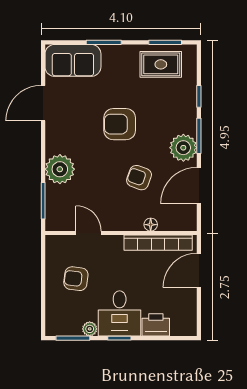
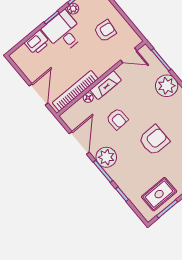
armchair: (139, 178) -> (117, 119), turned 68
fireplace: (122, 222) -> (106, 85), added
door: (89, 233) -> (129, 55), moved

